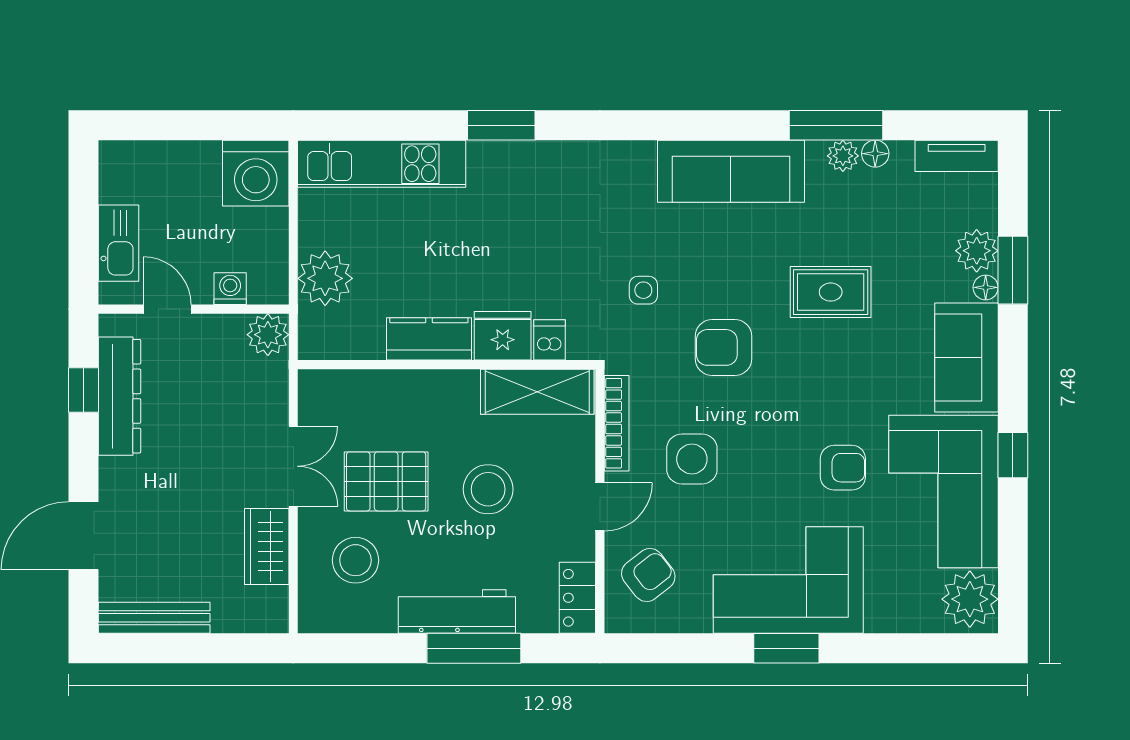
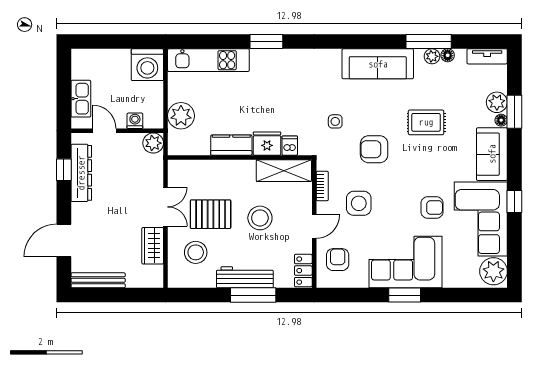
bookcase: (617, 423) -> (322, 186), width x0.64
armchair: (648, 575) -> (338, 260), turned -52

